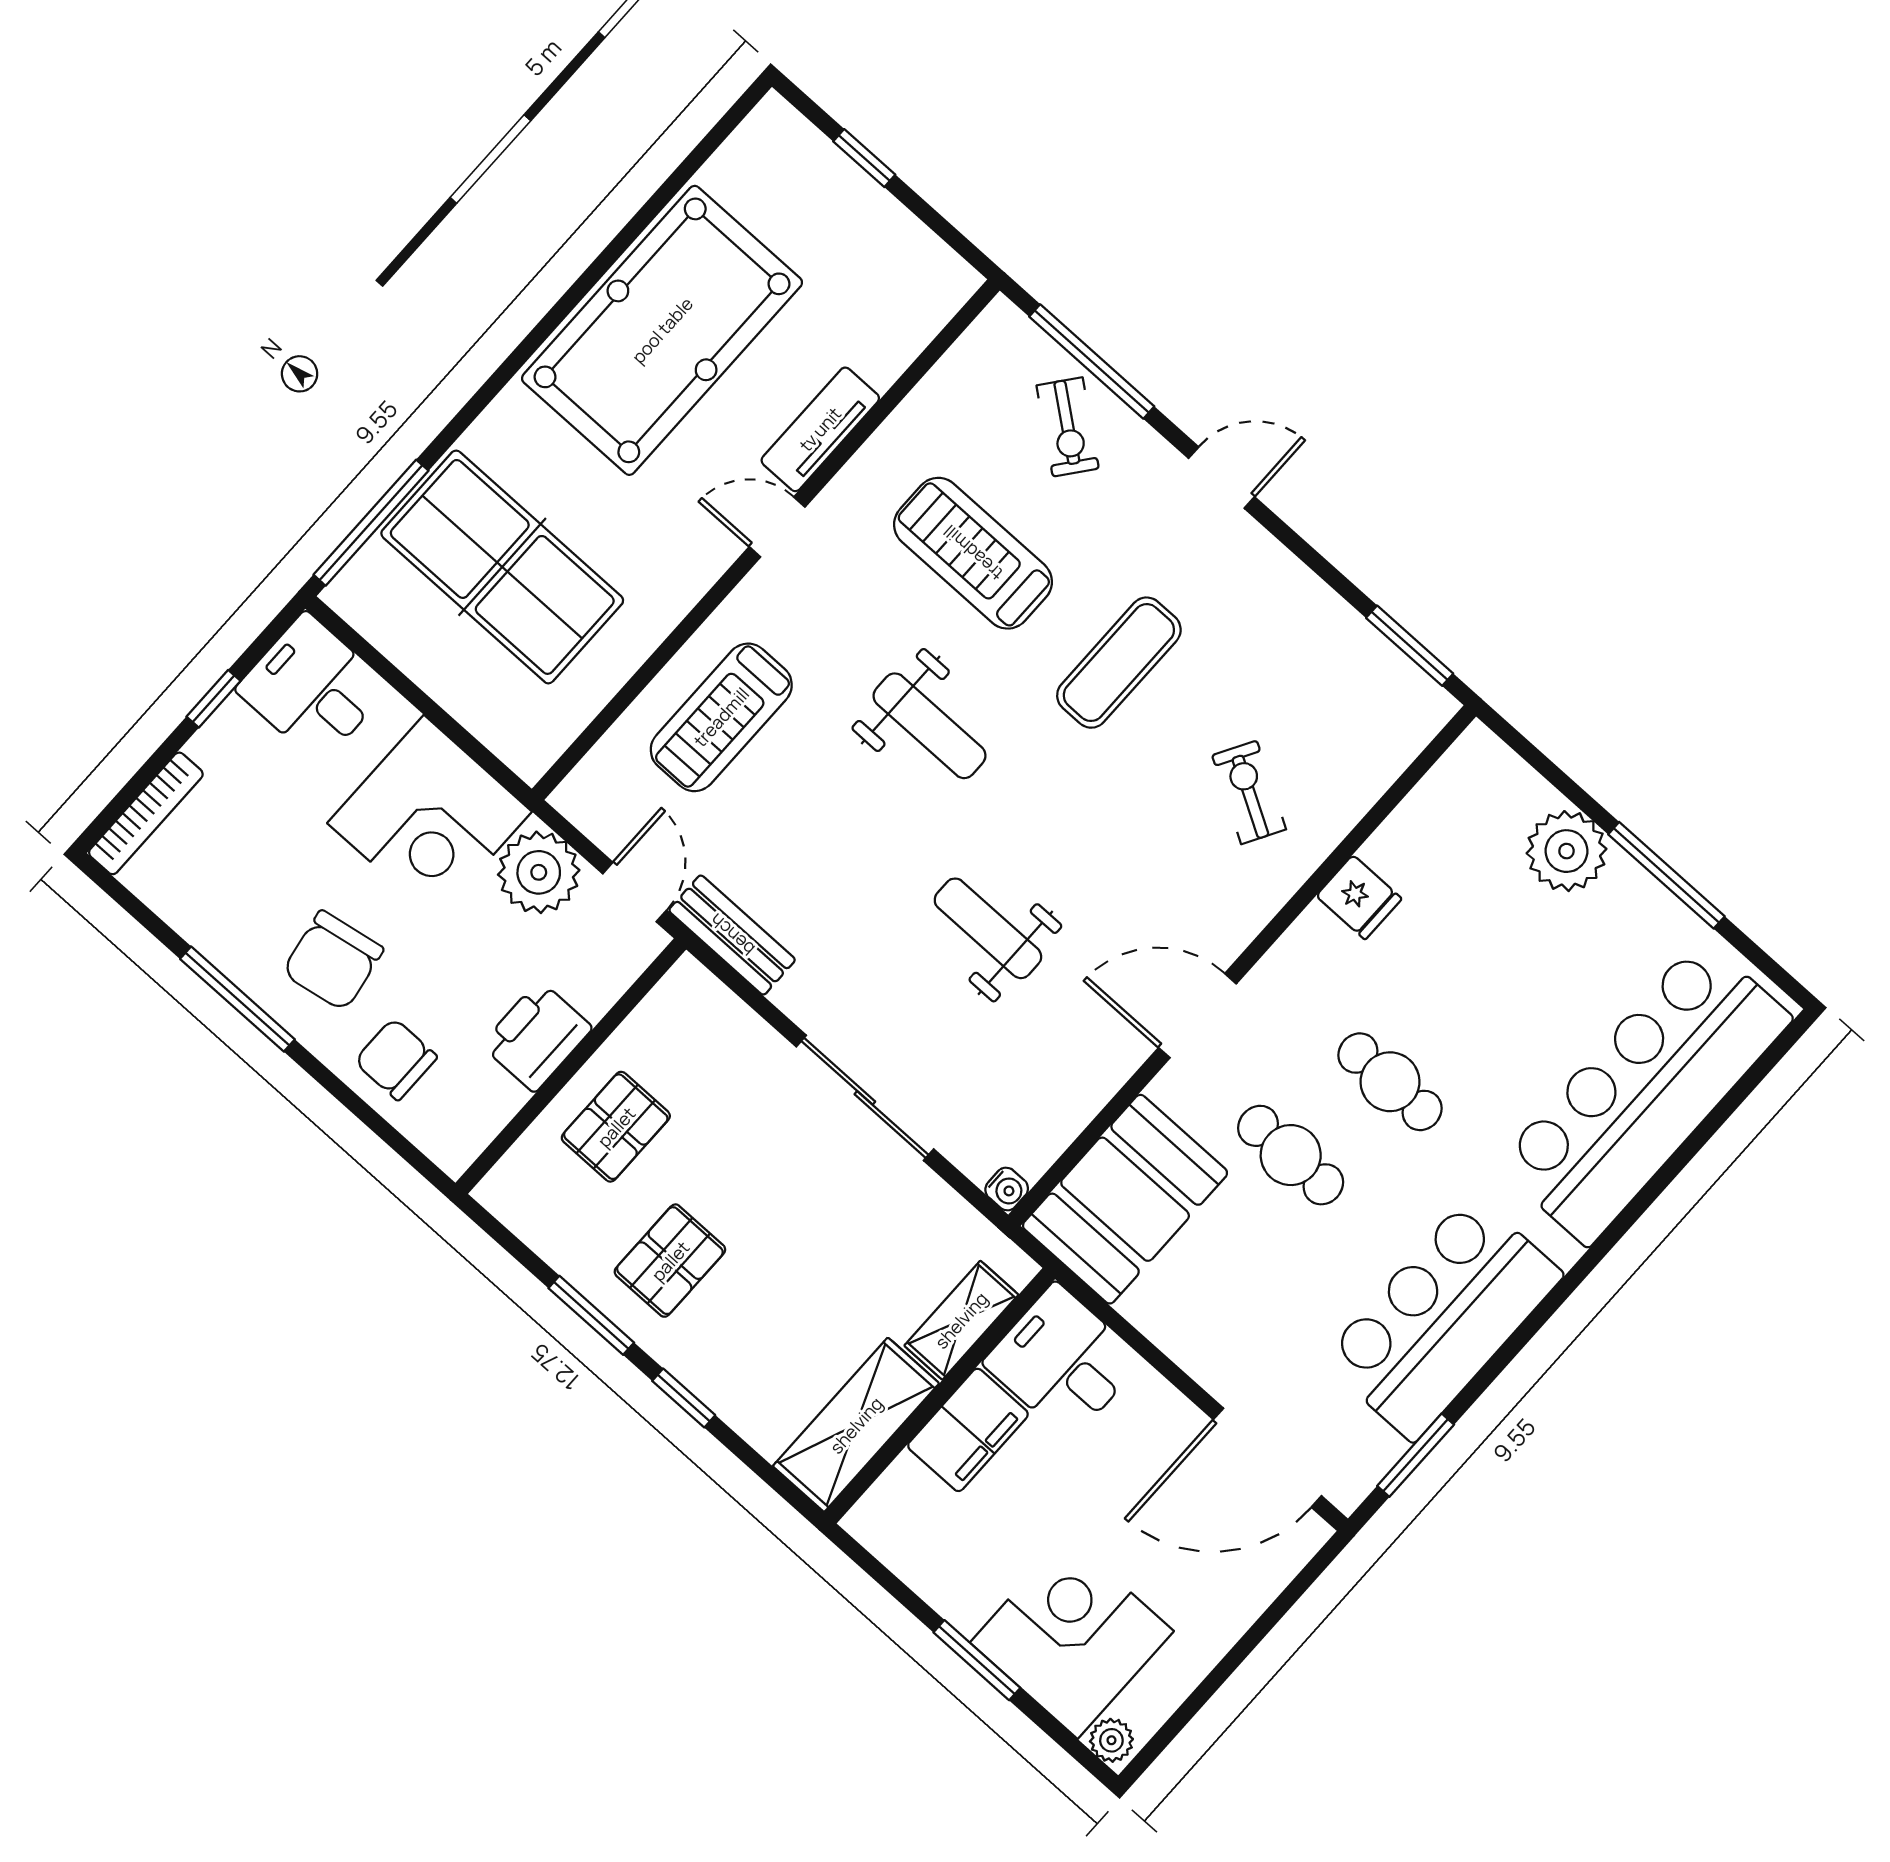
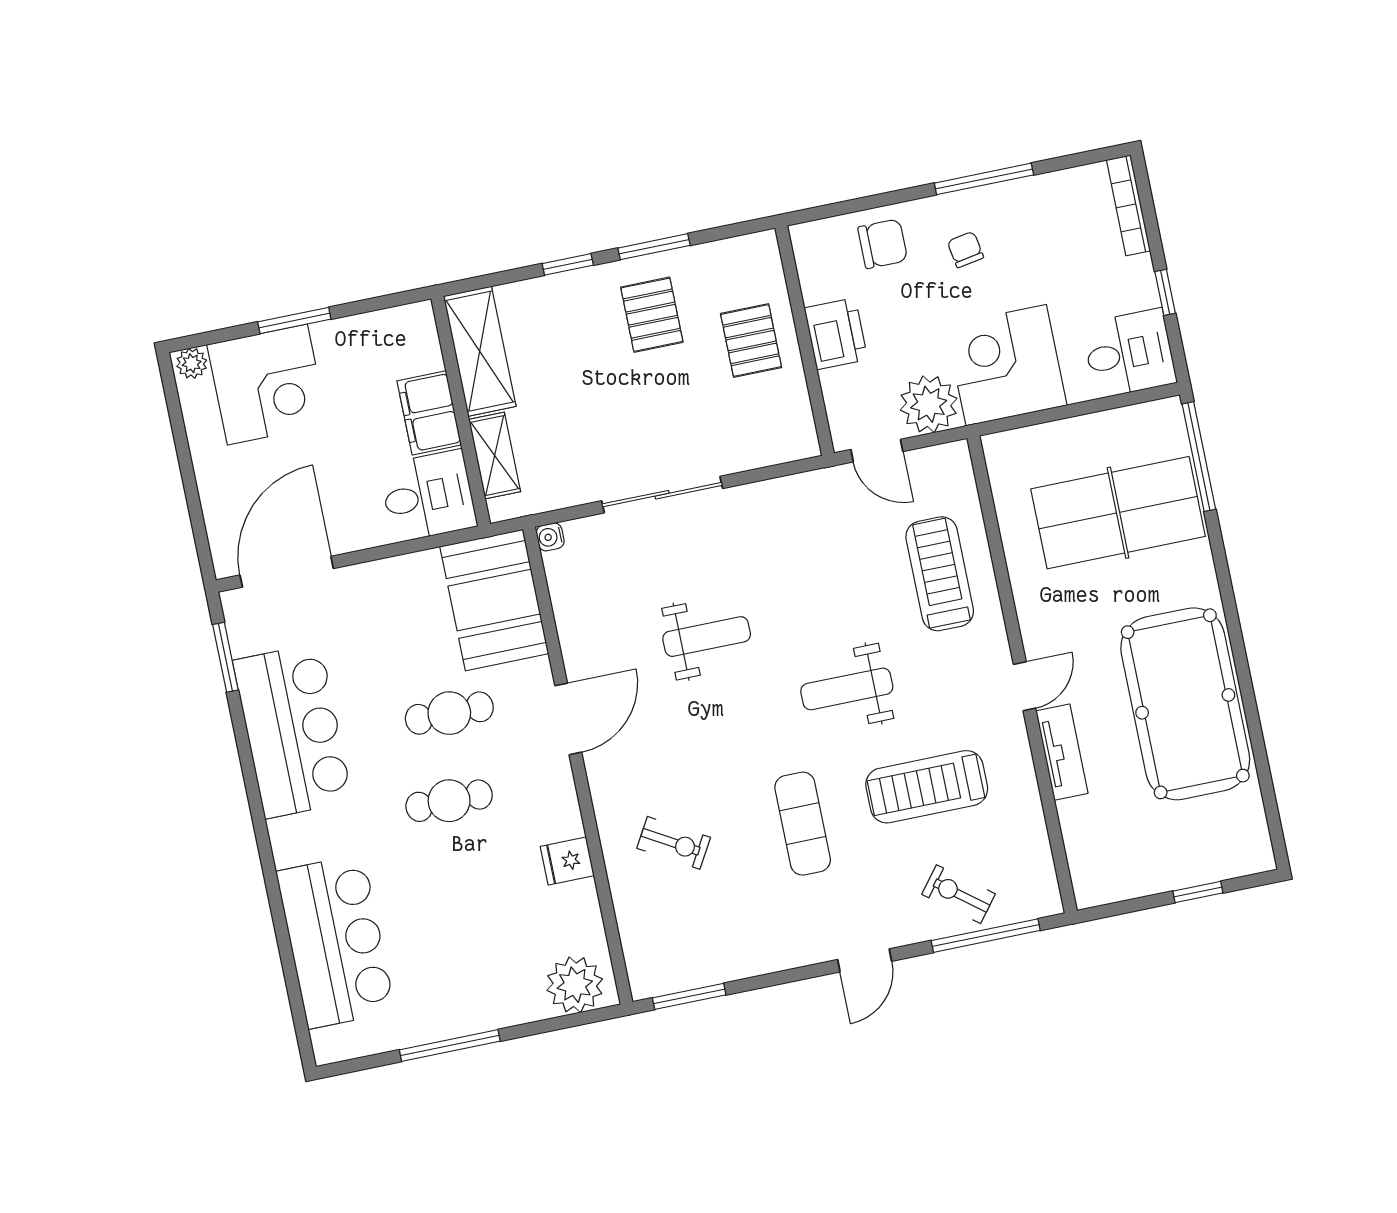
treadmill: (973, 553) -> (927, 787), turned 180
plant: (1566, 851) -> (575, 985), moved
bench: (732, 935) -> (811, 488), removed
chair: (333, 961) -> (965, 250), width x0.54, depth x0.54
bar counter: (1645, 1092) -> (336, 941), width x0.73

